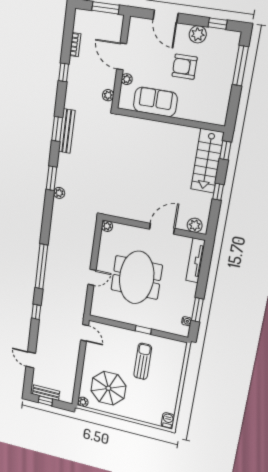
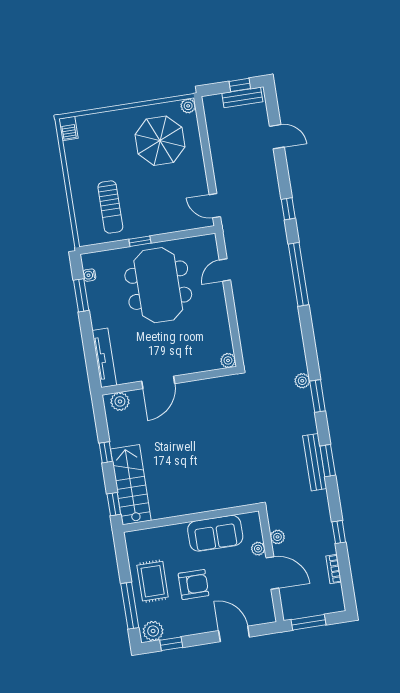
plant: (198, 34) -> (153, 631), moved
rug: (216, 80) -> (153, 581), added
plant: (108, 95) -> (277, 537), moved
door: (92, 277) -> (225, 270), moved
meeting table: (137, 277) -> (158, 285), moved
sun lounger: (143, 361) -> (110, 207), moved

